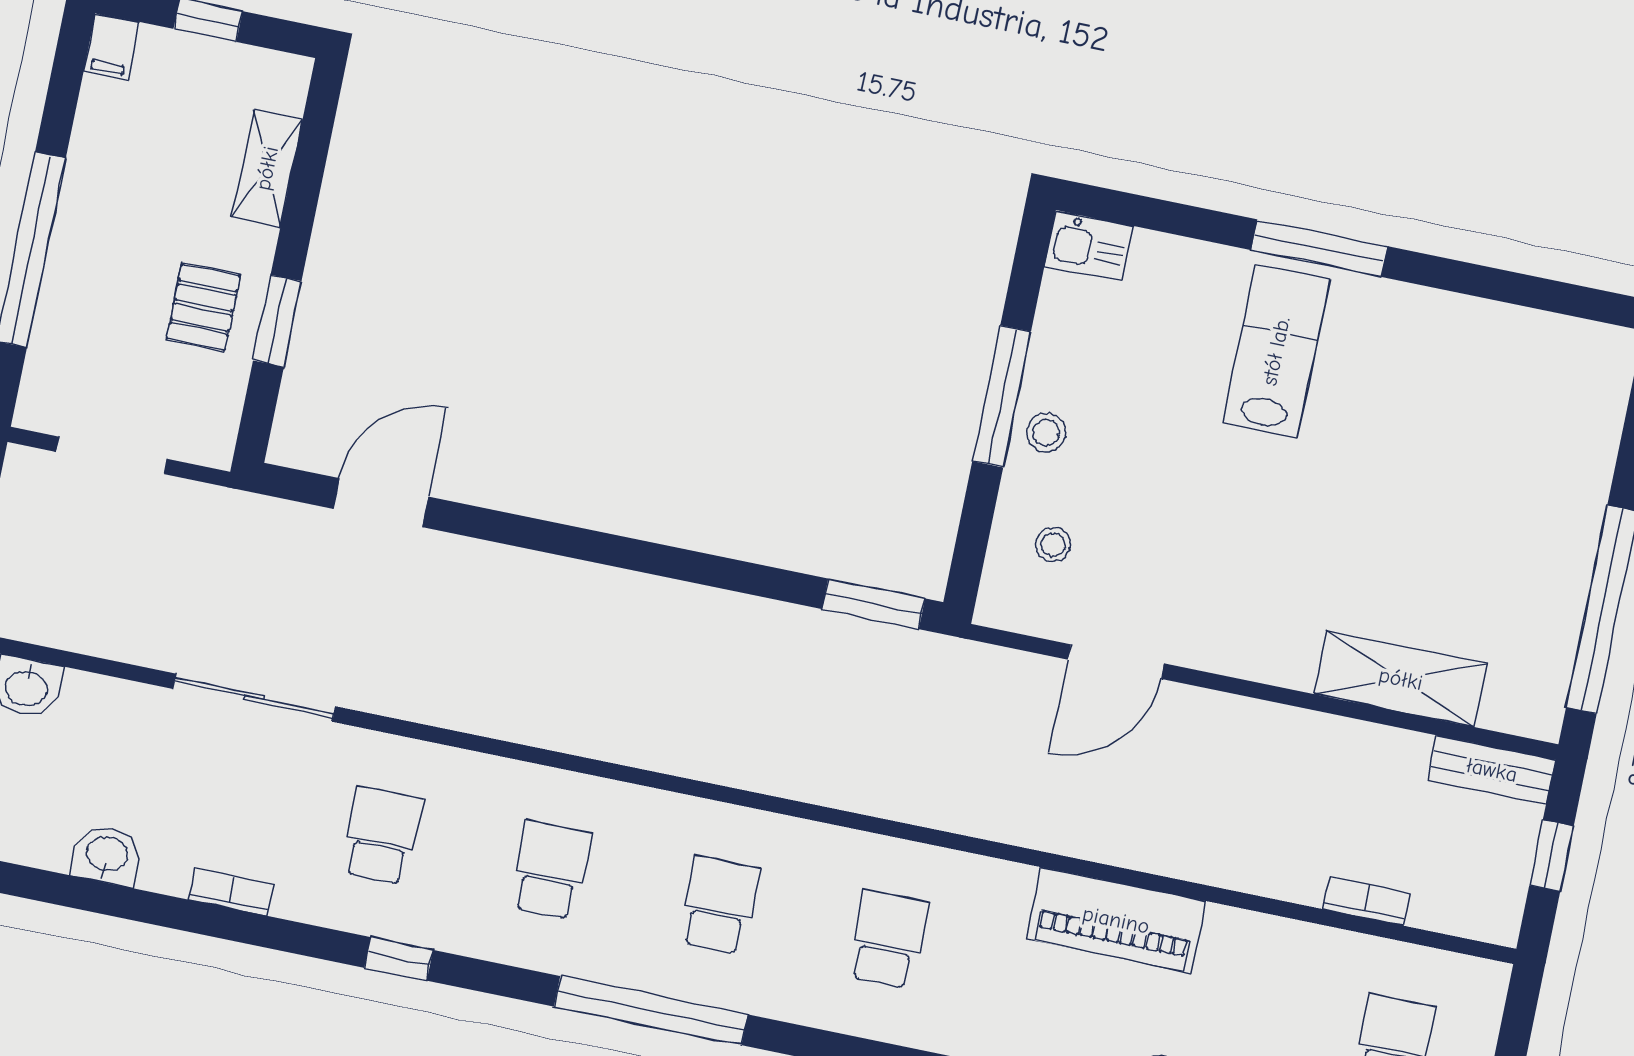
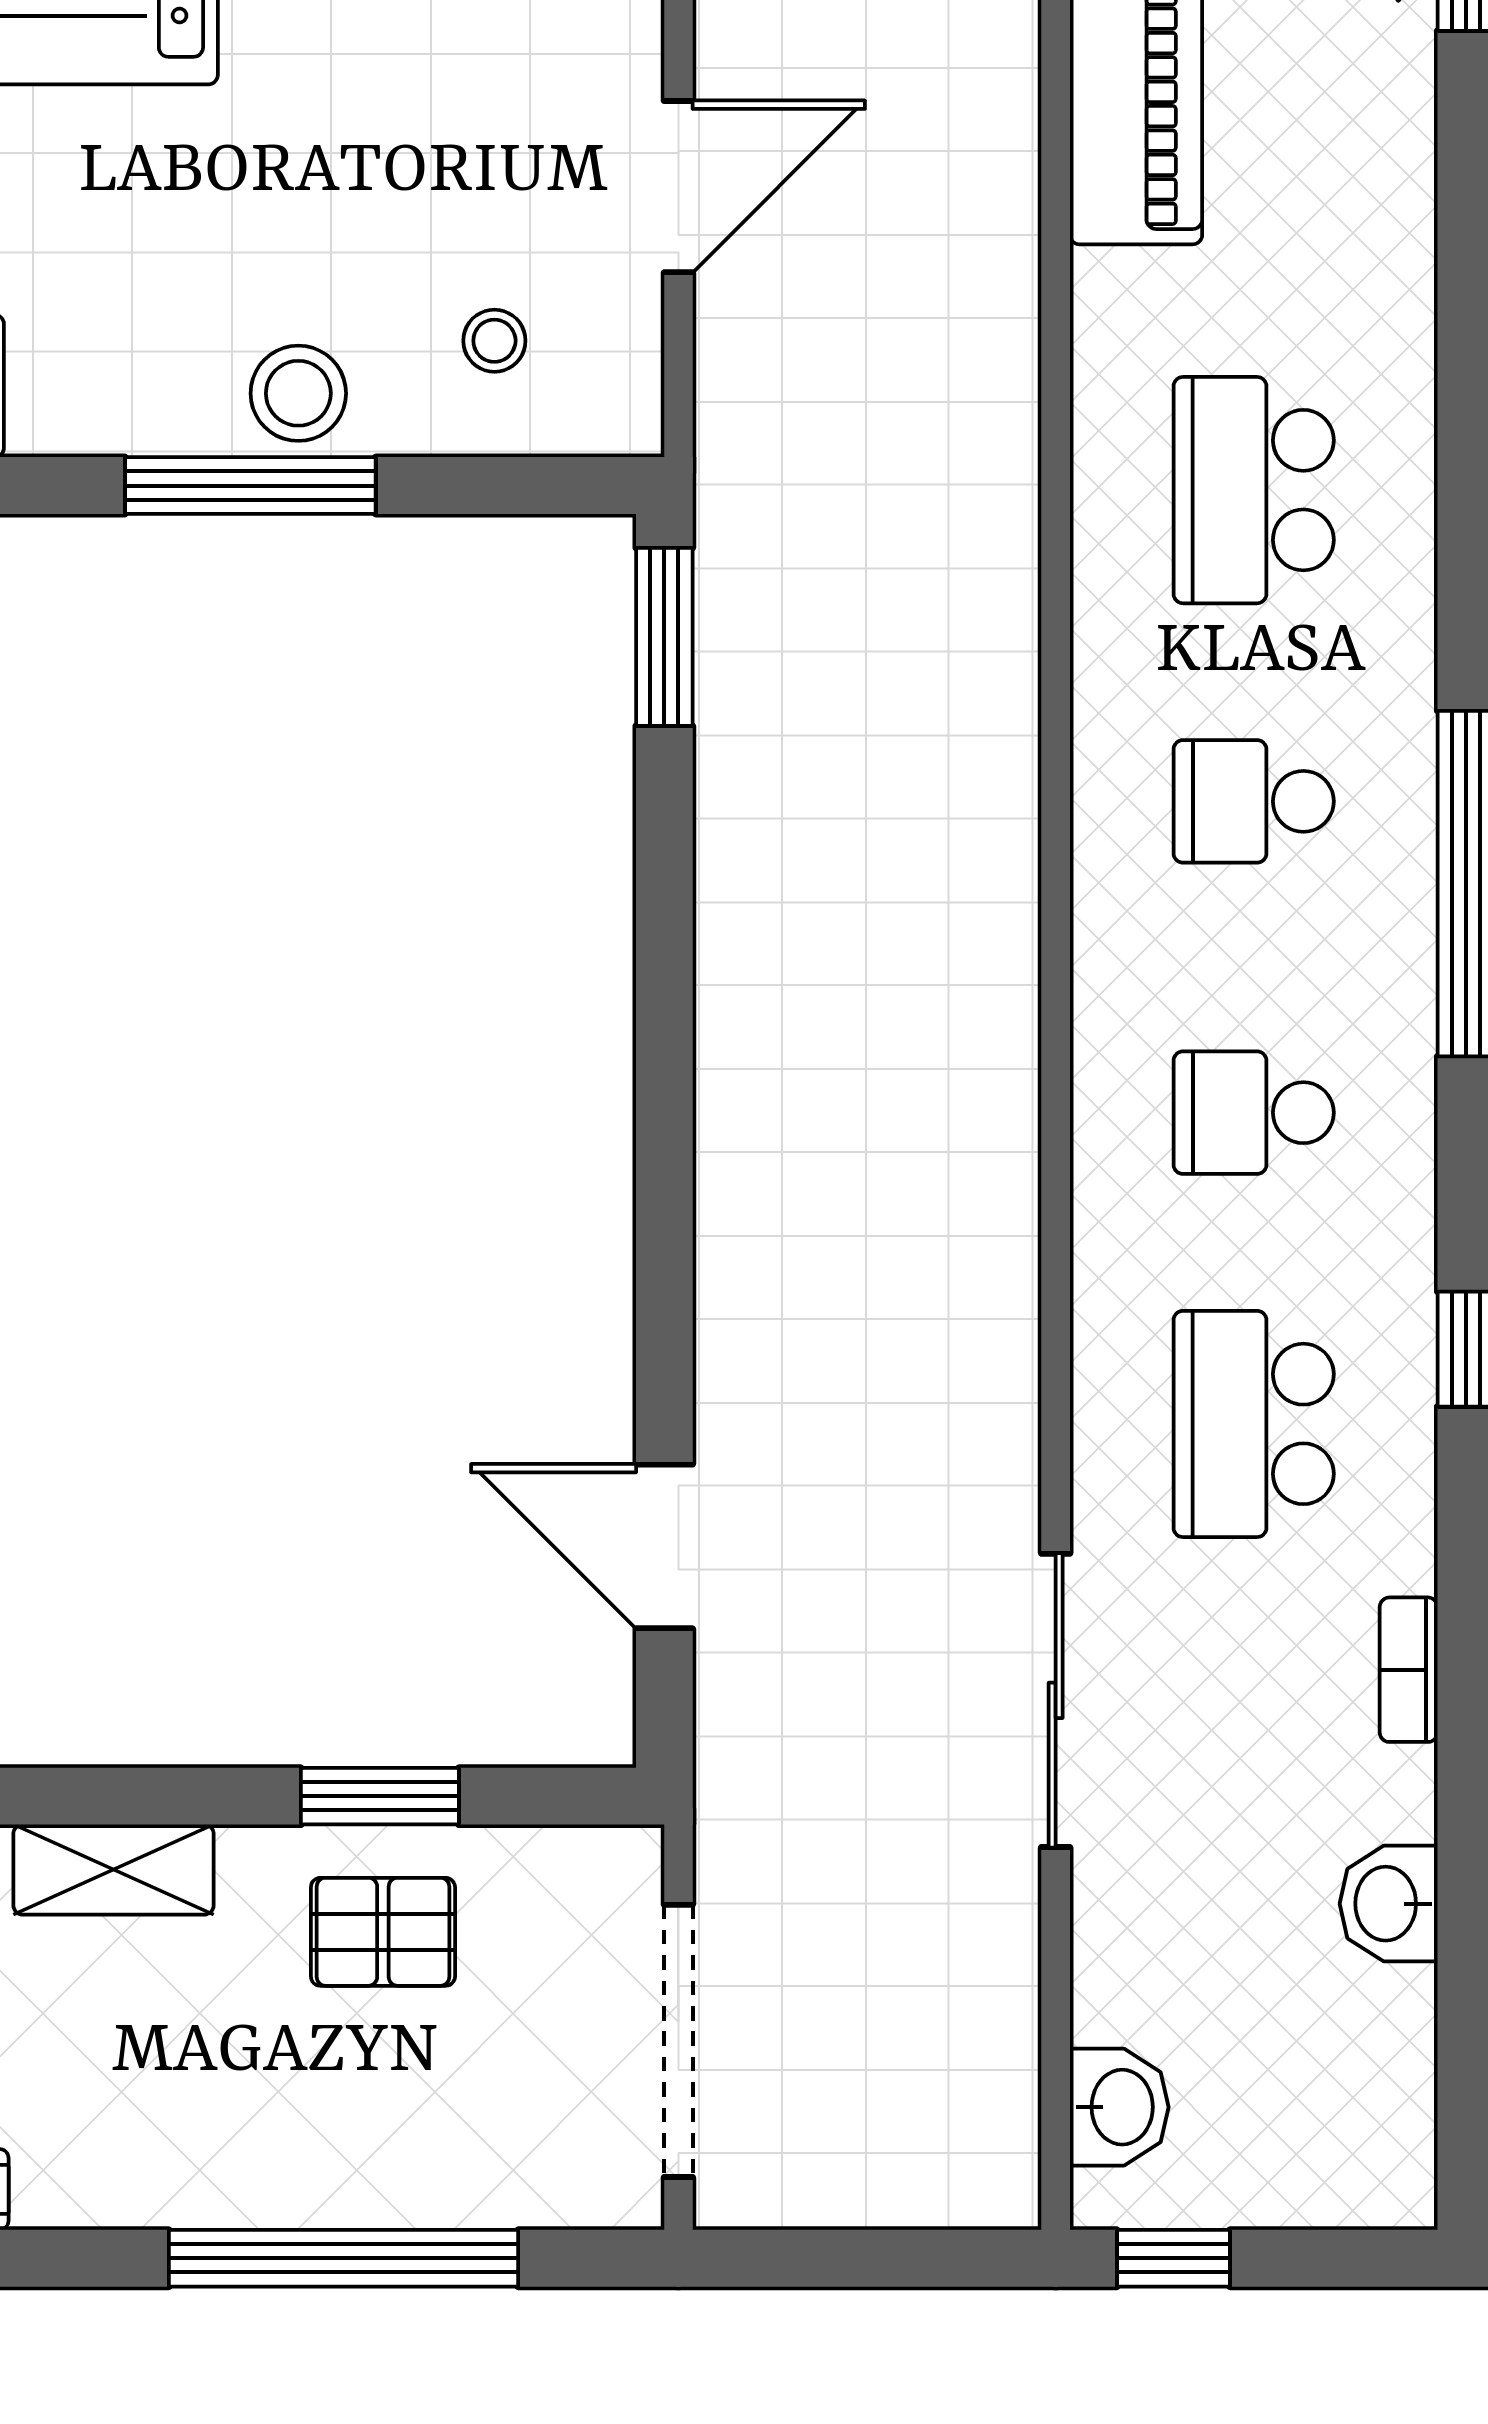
stool: (1046, 433) -> (298, 393), width x1.37, depth x1.37
doorway: (111, 455) -> (678, 2041), width x1.36
door: (1116, 662) -> (678, 187), hinge flipped
school desk: (382, 836) -> (1254, 1424), width x1.85
school desk: (888, 939) -> (1254, 490), width x1.85

